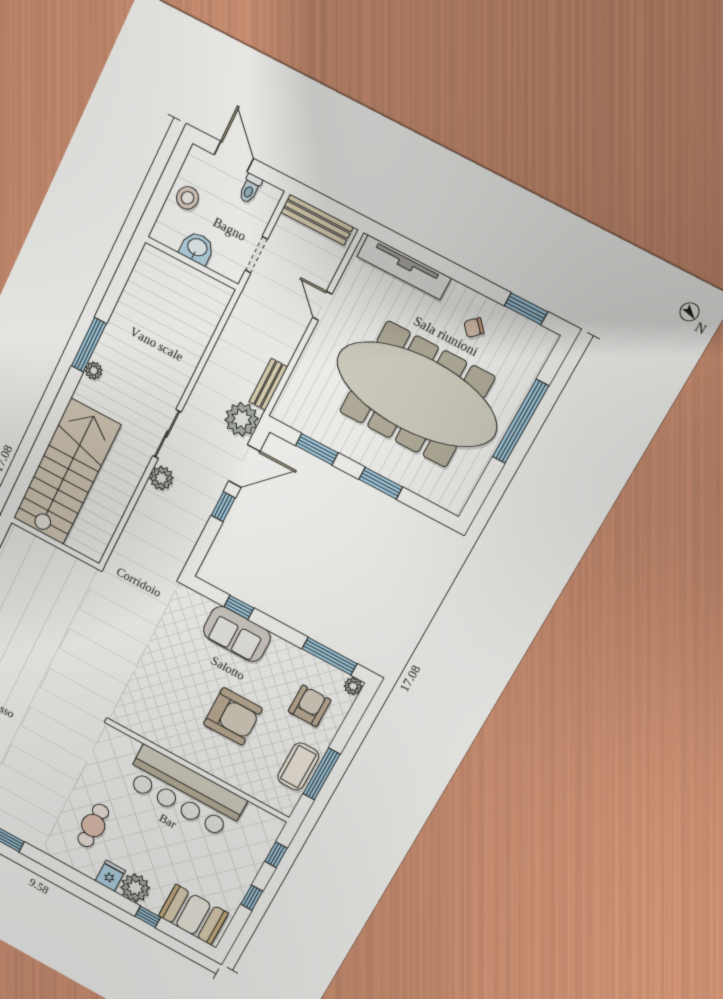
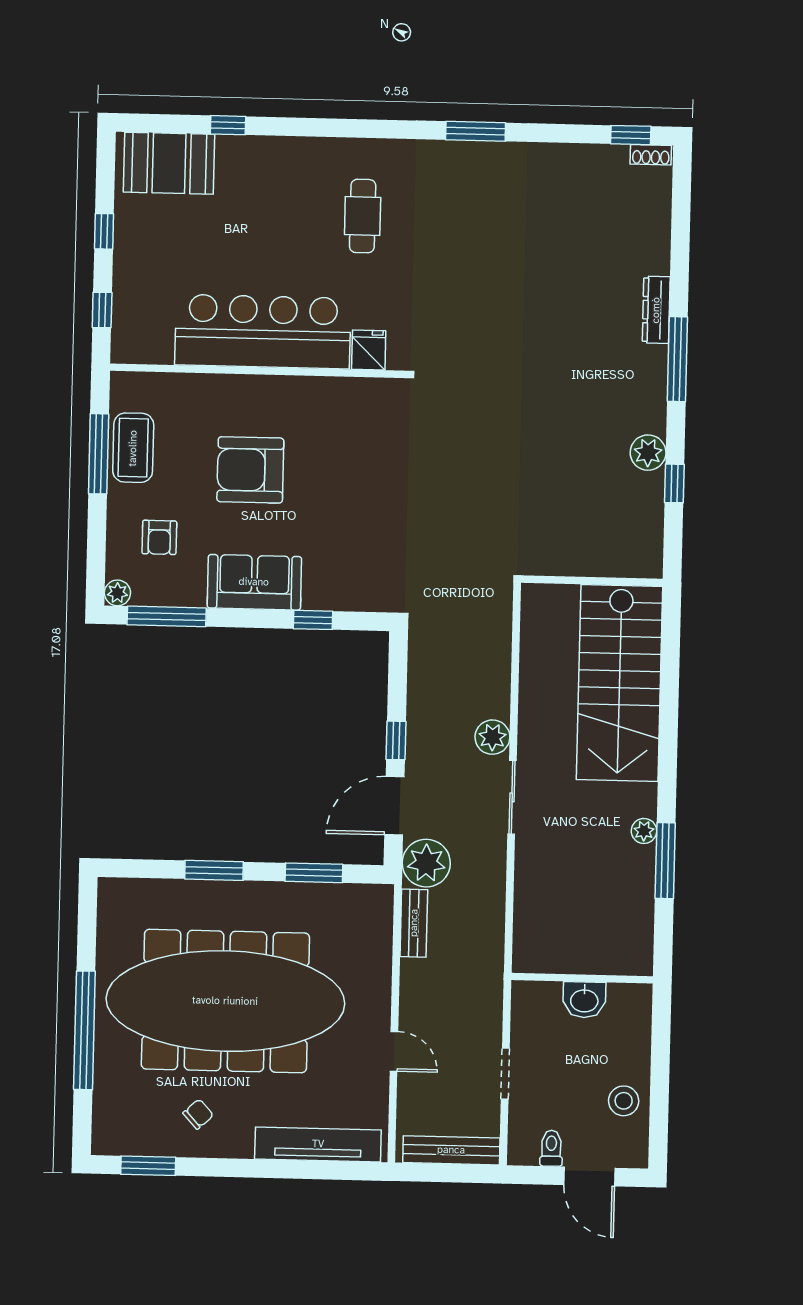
washbasin: (197, 248) -> (584, 1000), moved
wall: (192, 263) -> (582, 978), moved
sofa: (237, 634) -> (254, 582), moved
armchair: (310, 706) -> (159, 537), width x0.72, depth x0.72
fridge: (110, 876) -> (369, 350), moved, turned 180
plant: (135, 888) -> (265, 158), removed

